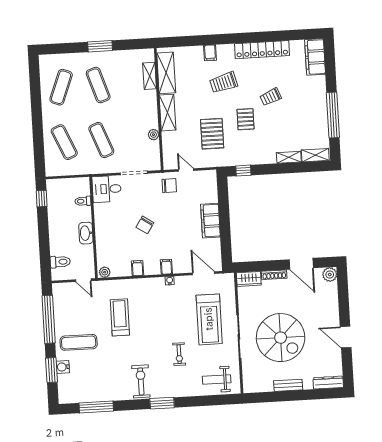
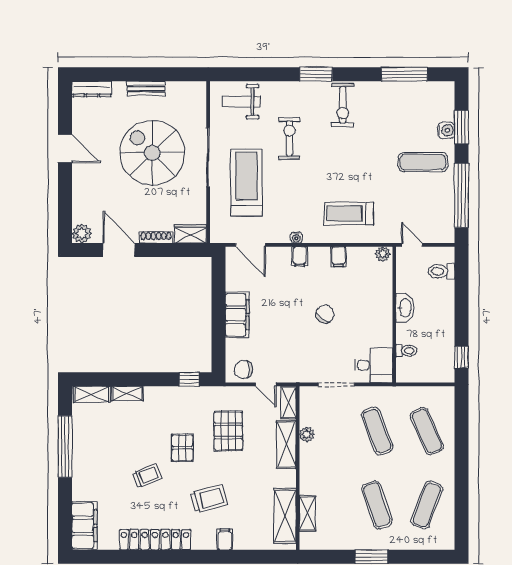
shelving: (168, 113) -> (286, 445), moved
shelving: (168, 158) -> (289, 403), added
chair: (169, 186) -> (243, 370), moved
treadmill: (120, 317) -> (349, 214), moved, turned 90
exercise bike: (179, 354) -> (289, 138), width x1.38, depth x1.39
weight bench: (217, 380) -> (241, 102), turned 180

